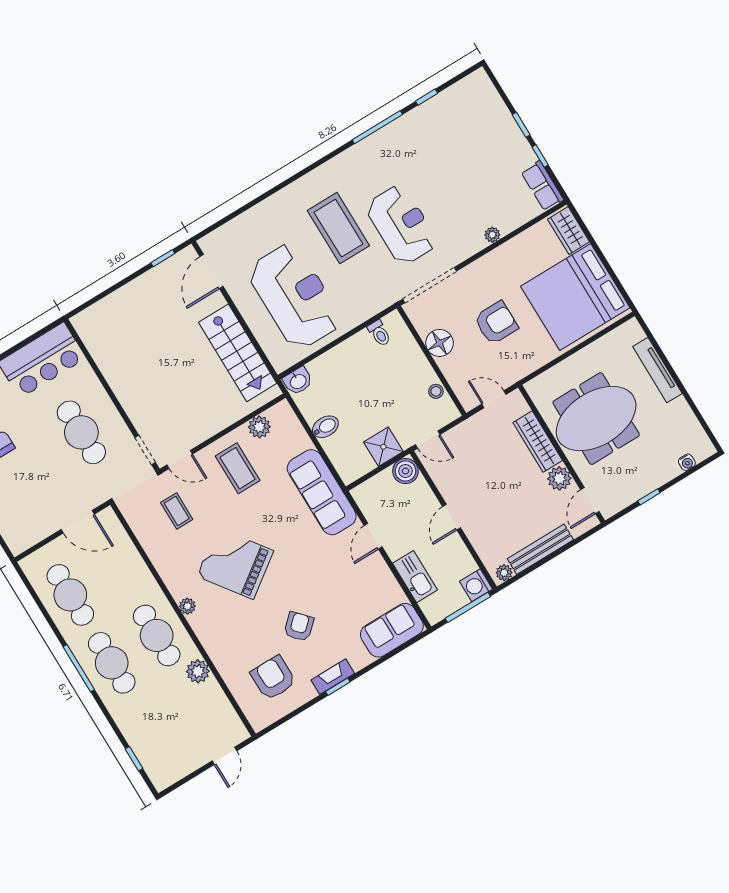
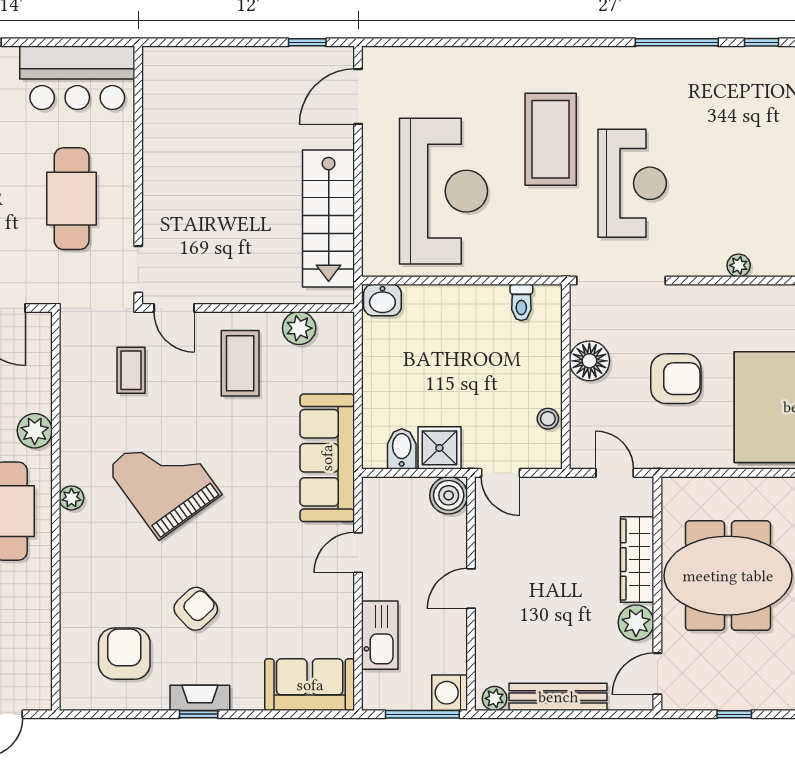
bidet: (325, 427) -> (402, 449), moved, turned -90
plant: (198, 671) -> (35, 431), moved

